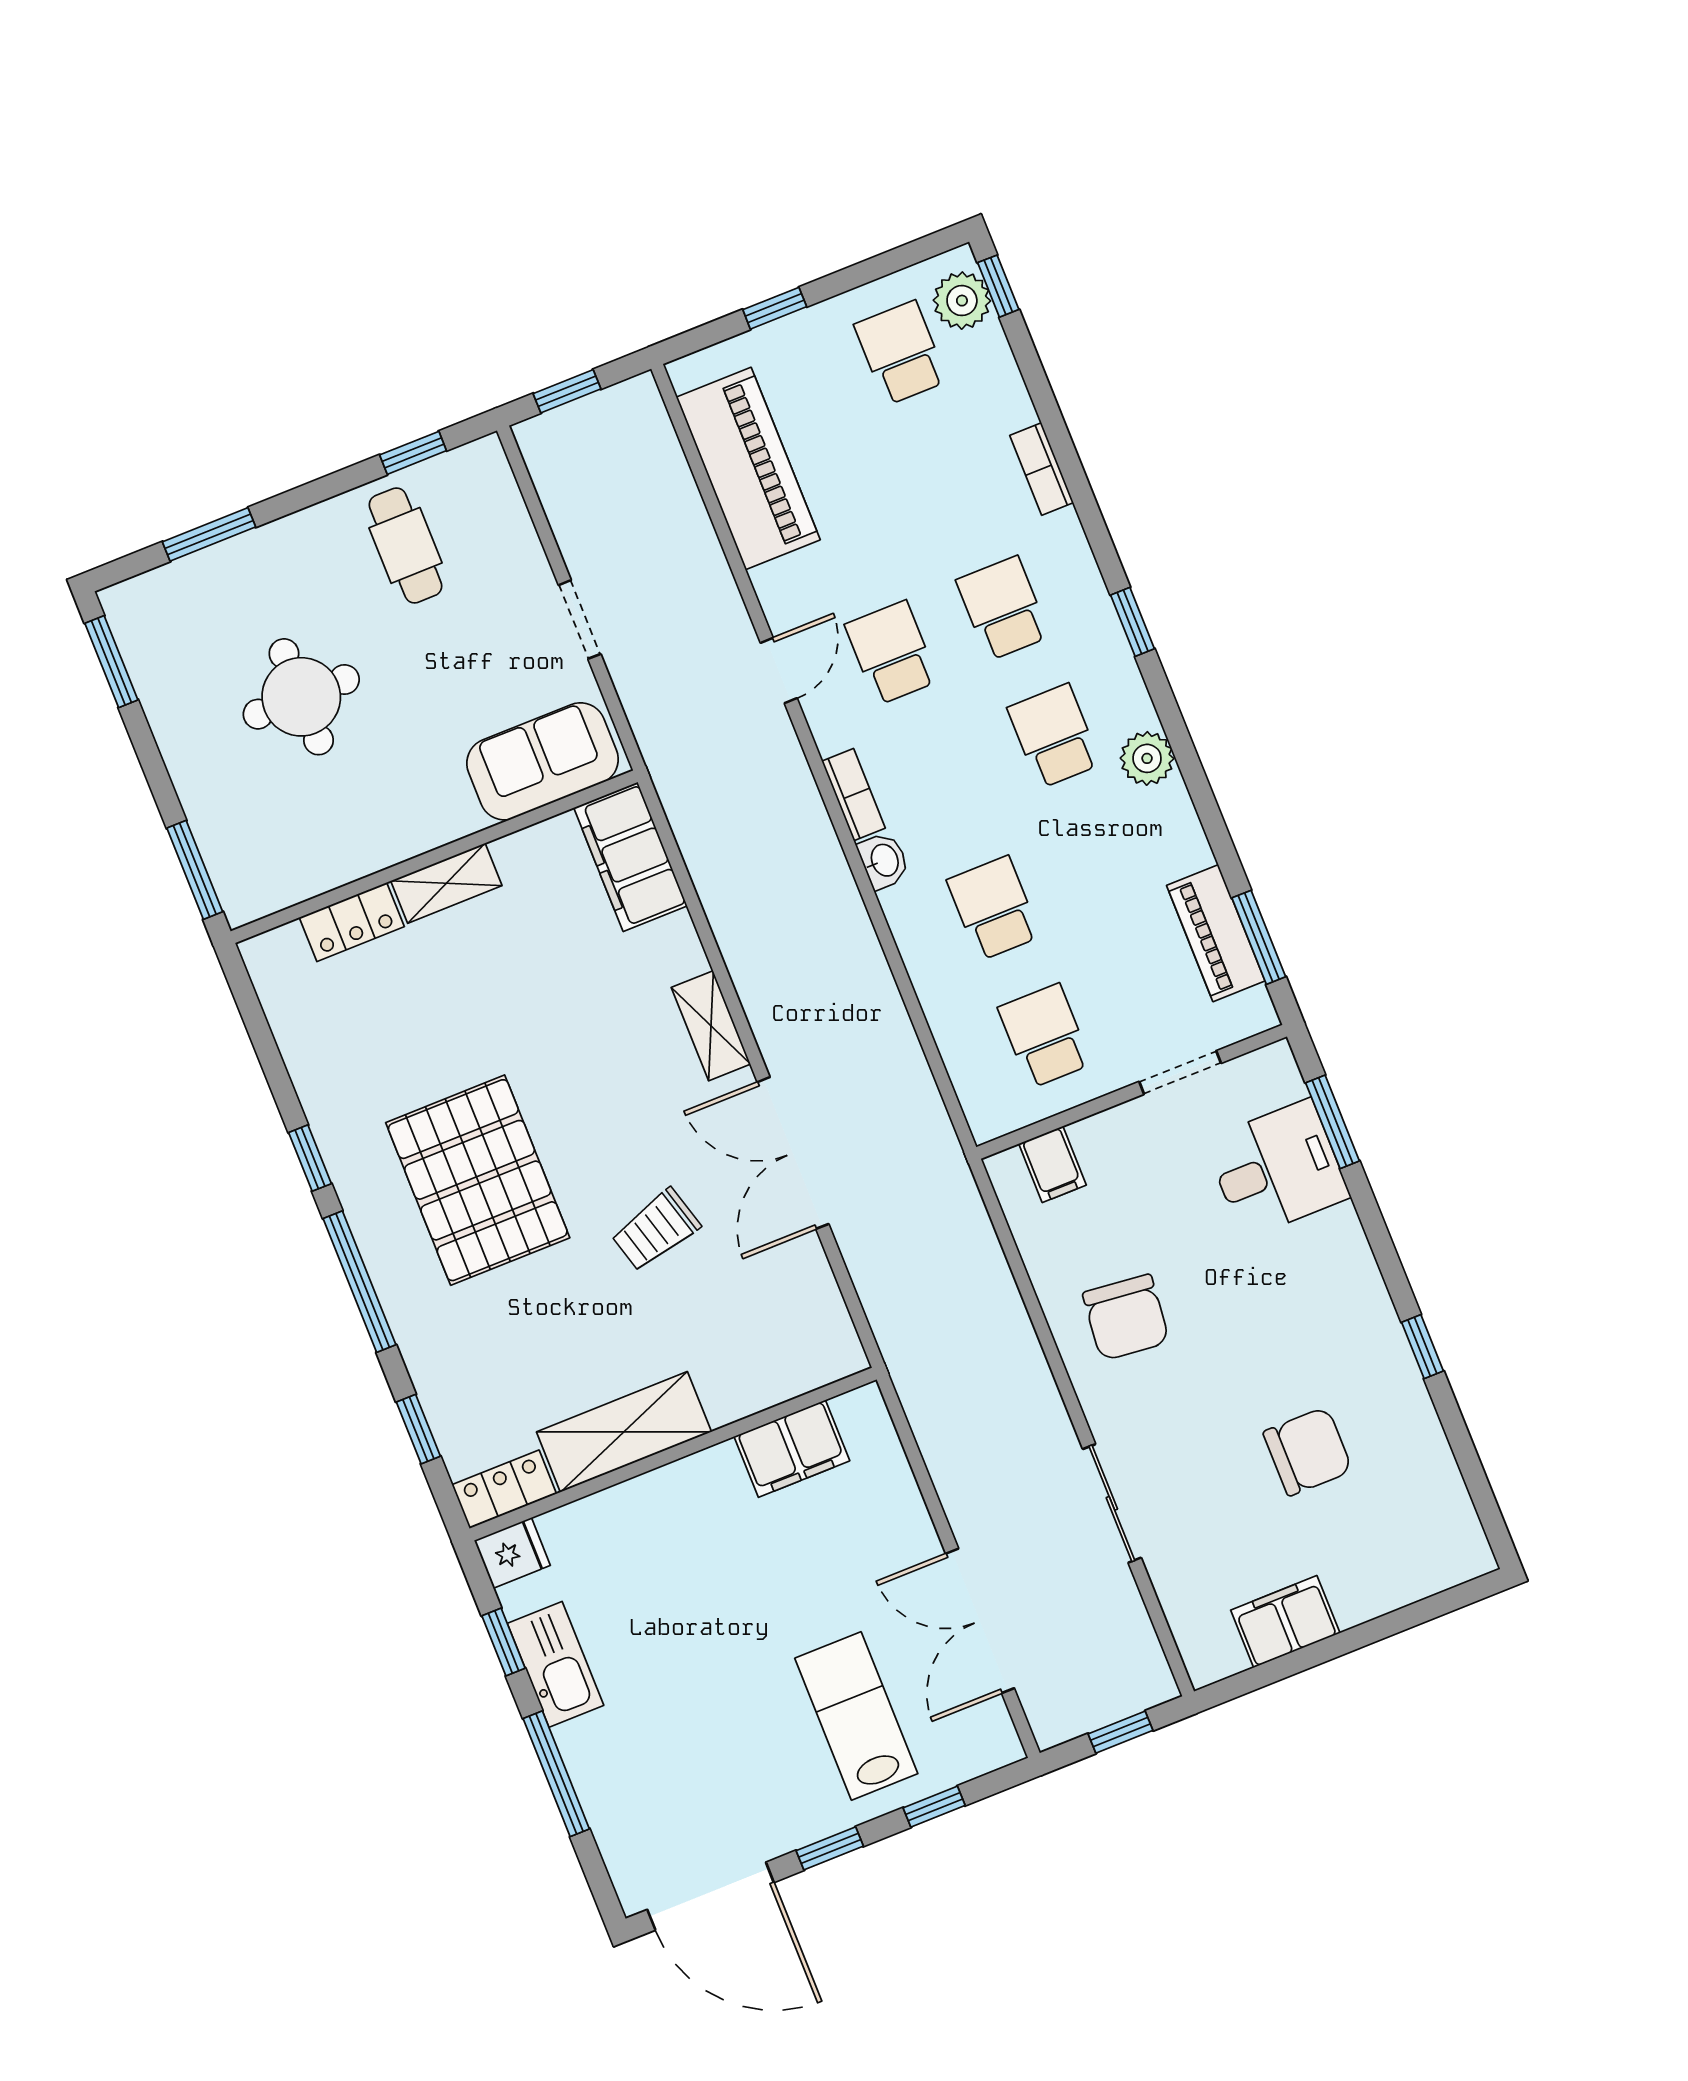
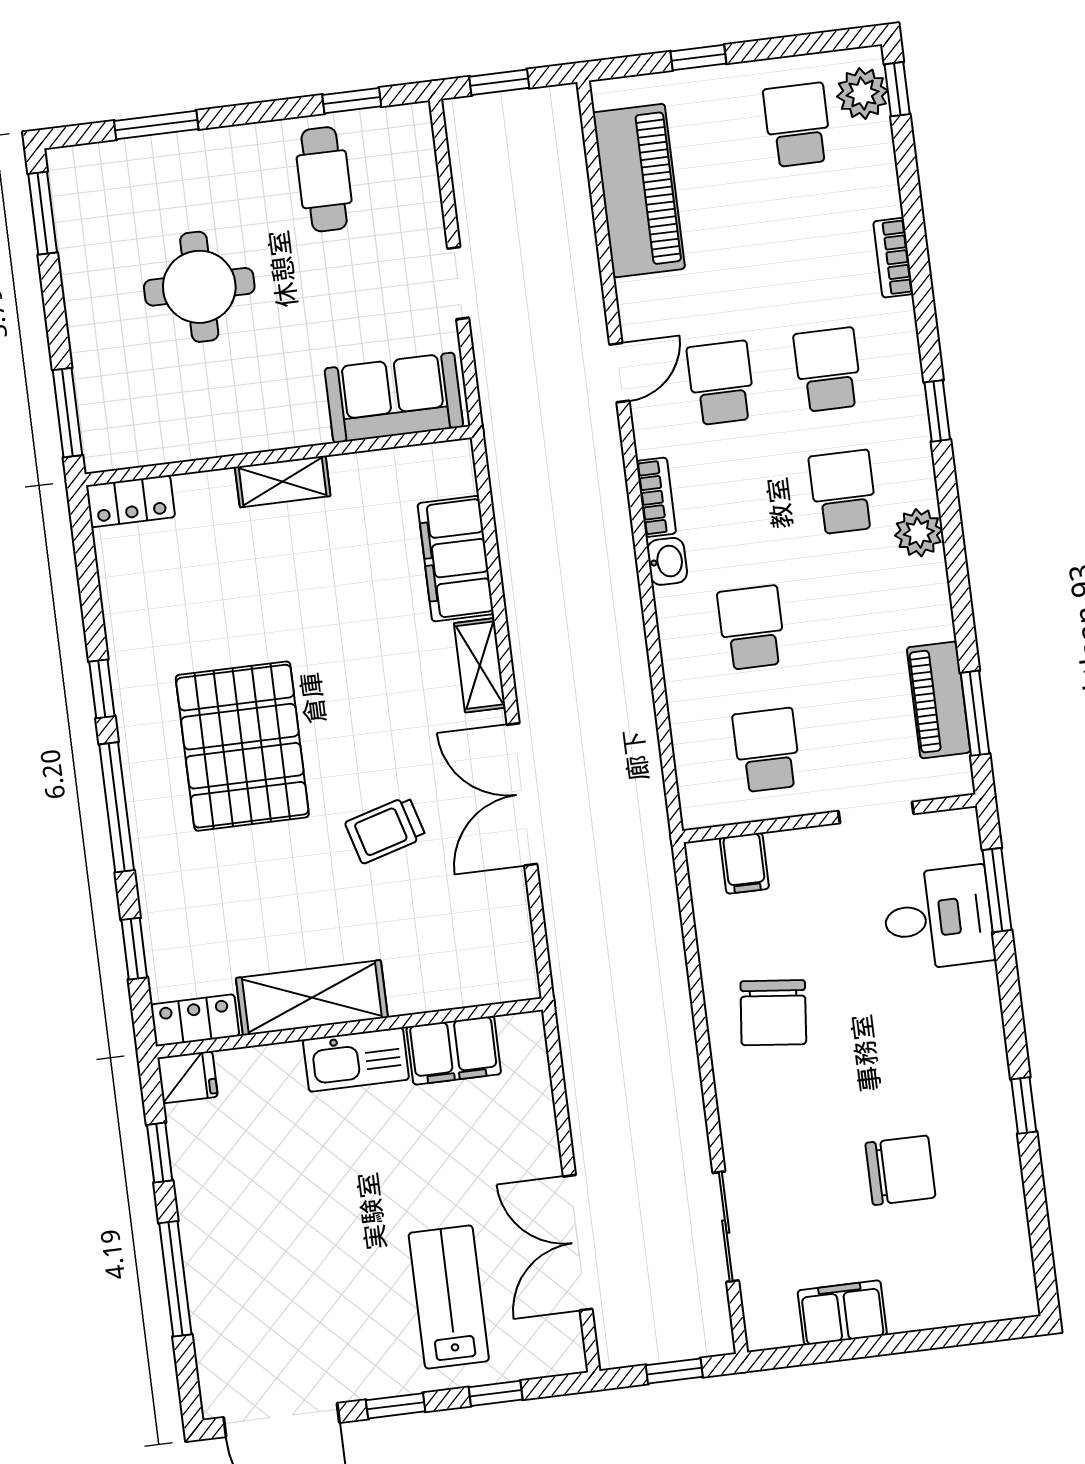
filing cabinet: (630, 857) -> (456, 559), moved
locker: (352, 922) -> (130, 501), moved
sliding door: (1112, 1503) -> (726, 1227), moved
kitchen sink: (556, 1664) -> (356, 1060), moved, turned 90

